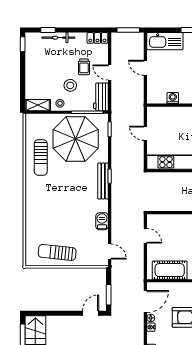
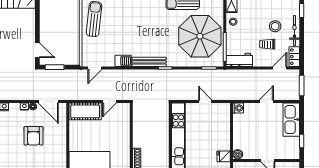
bicycle: (58, 38) -> (294, 31), moved
door: (110, 72) -> (280, 68), moved
stool: (70, 85) -> (275, 26), moved
washing machine: (173, 98) -> (238, 108), moved
door: (145, 133) -> (205, 101), hinge flipped
bench: (103, 181) -> (149, 62), moved
cot: (170, 270) -> (85, 111), moved, turned 90

